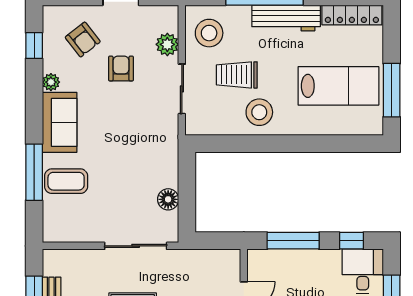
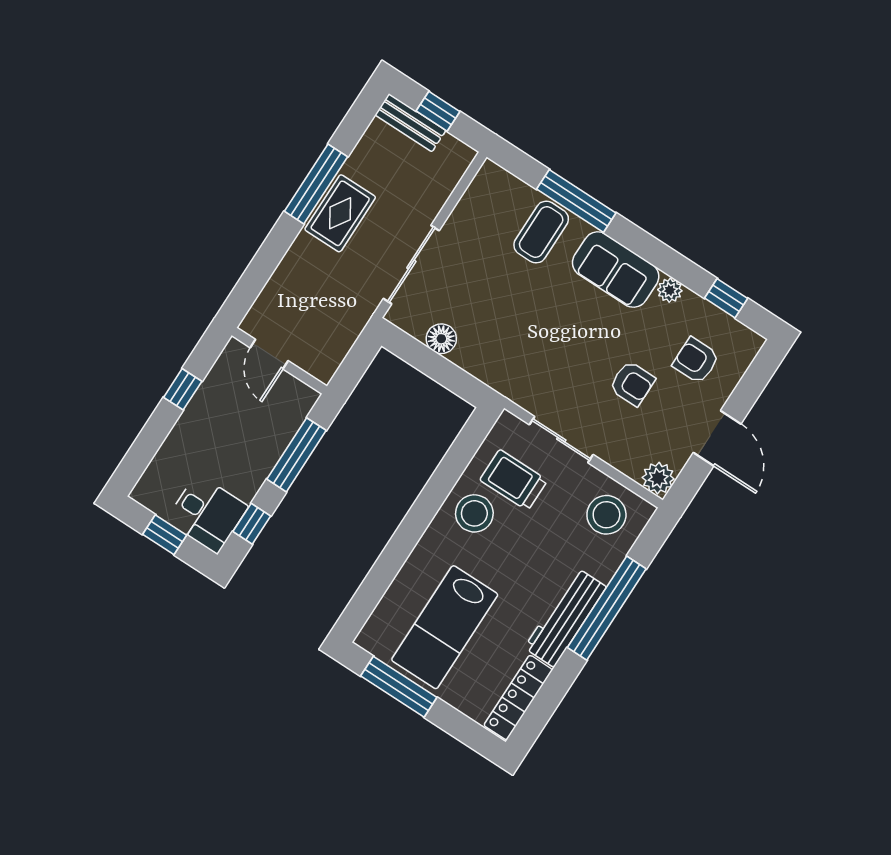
armchair: (83, 39) -> (696, 360), turned 38
plant: (167, 44) -> (658, 478), moved
trolley: (237, 75) -> (514, 480), moved, turned -90

